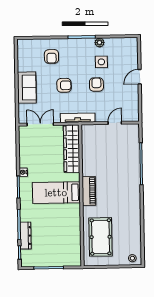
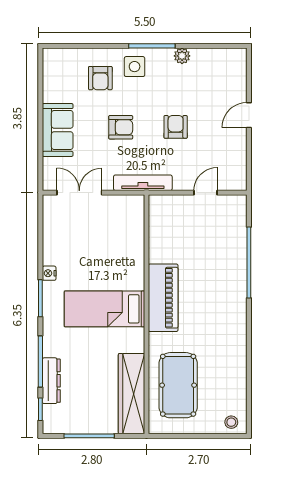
side table: (101, 62) -> (135, 67), moved
wardrobe: (72, 149) -> (132, 394), moved
piano: (89, 191) -> (163, 298), width x1.37, depth x1.33

